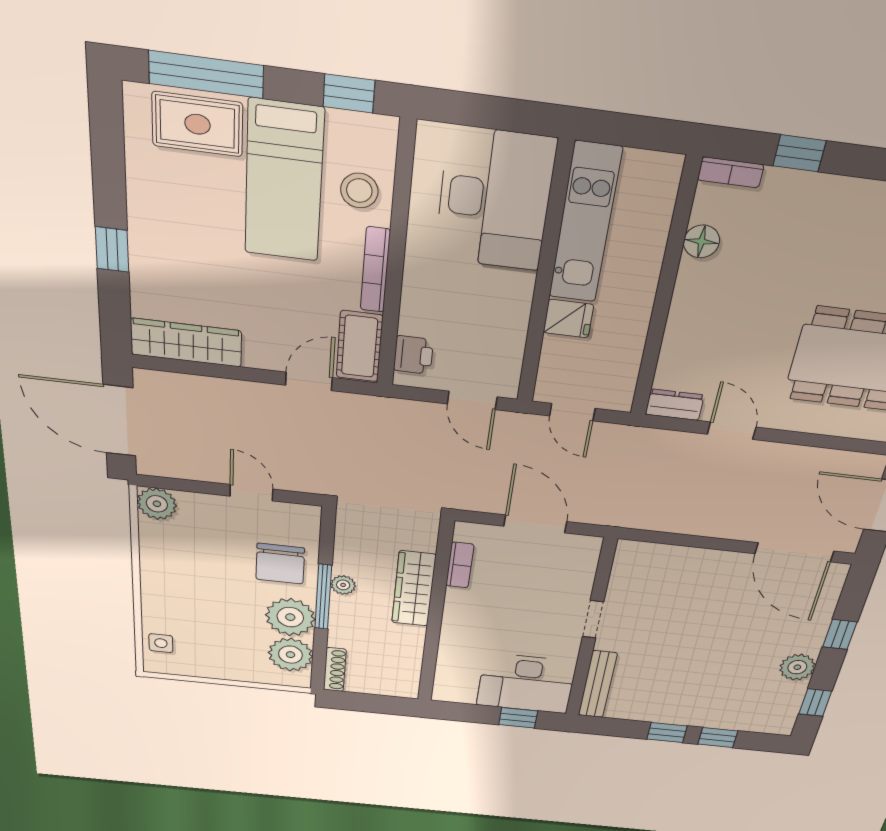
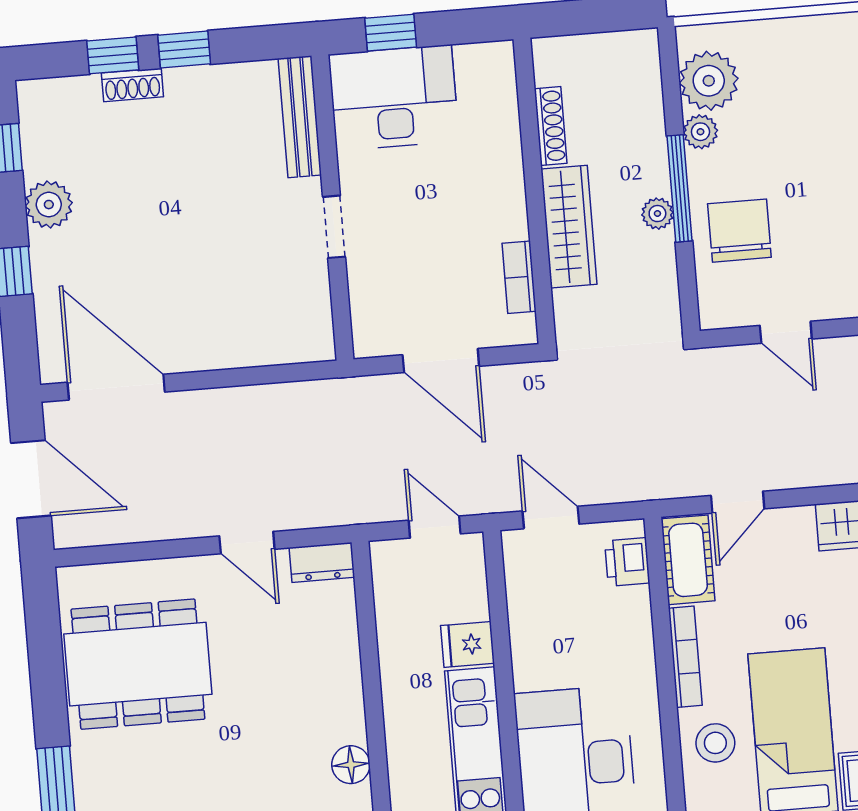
plant: (290, 617) -> (700, 132), width x0.53, depth x0.53
shoe rack: (335, 670) -> (551, 126), moved, turned 180
shoe rack: (710, 720) -> (132, 85), added

